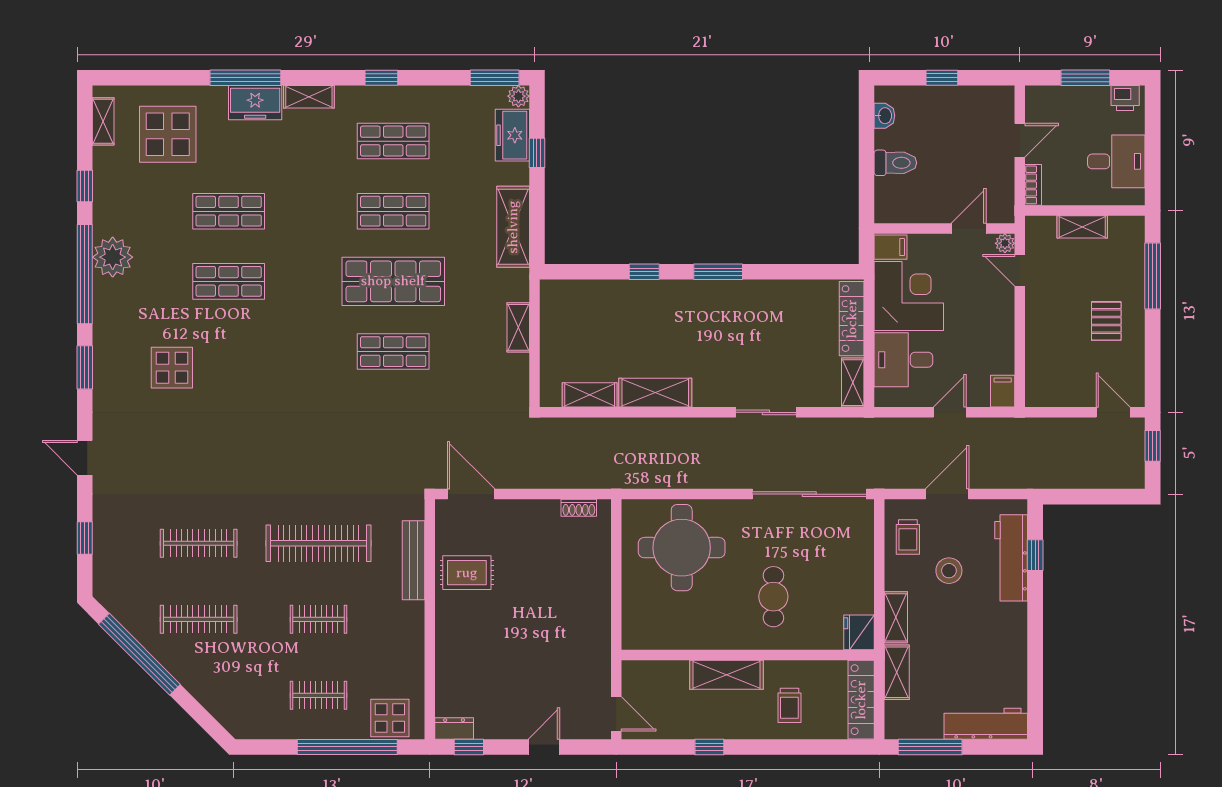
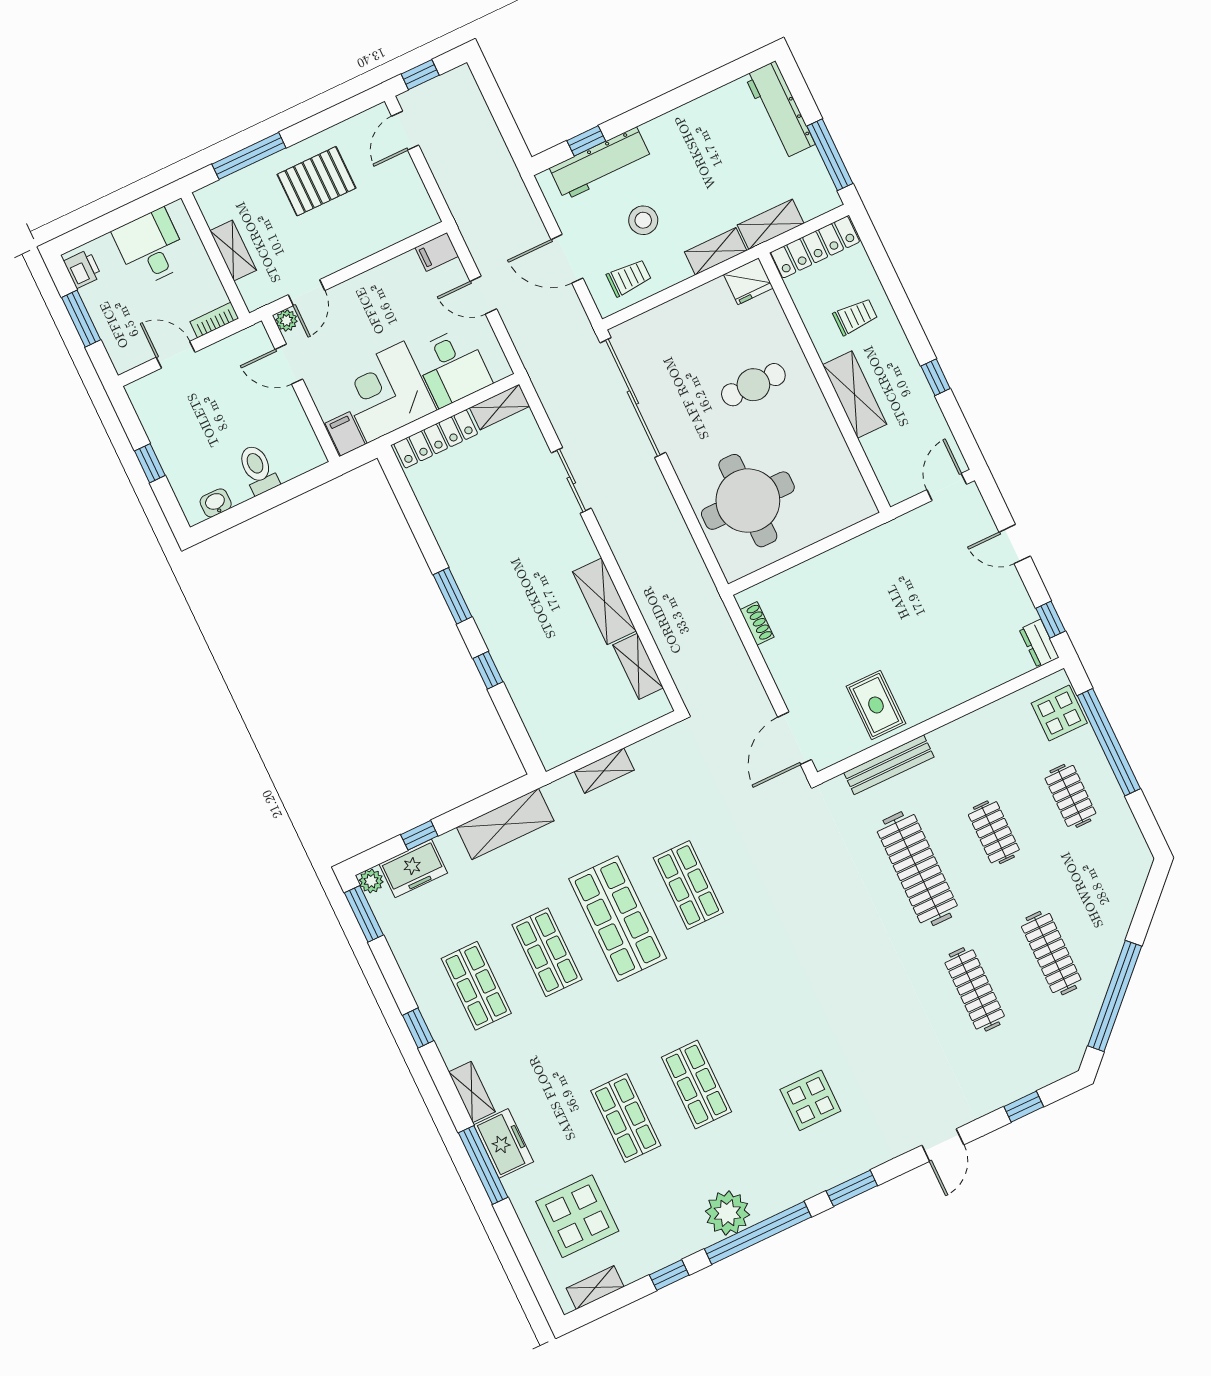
pallet: (1106, 321) -> (316, 181), width x1.50, depth x1.42

